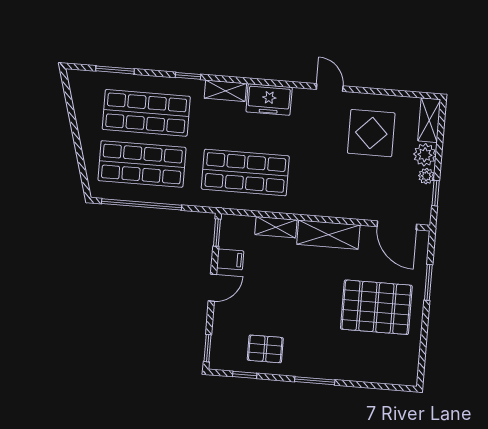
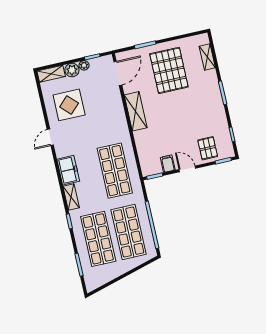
shelving: (276, 227) -> (207, 57), moved
pallet: (265, 349) -> (208, 148), moved

